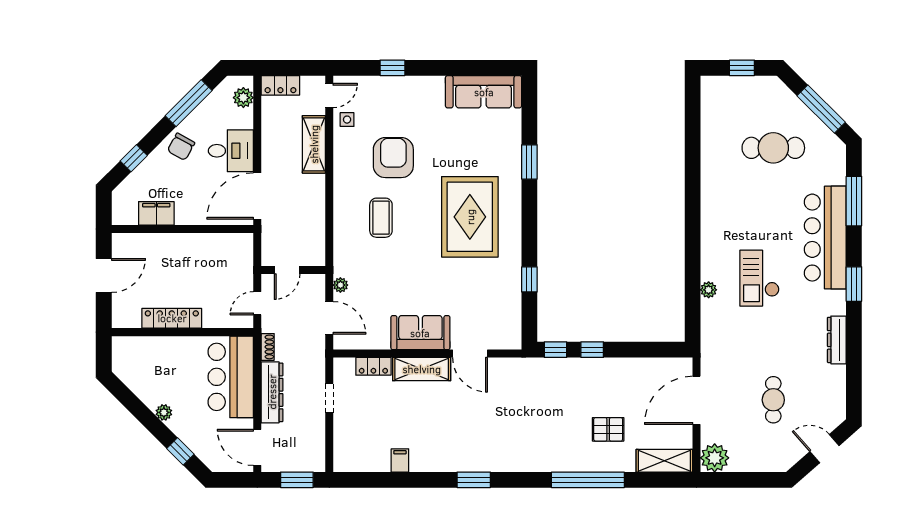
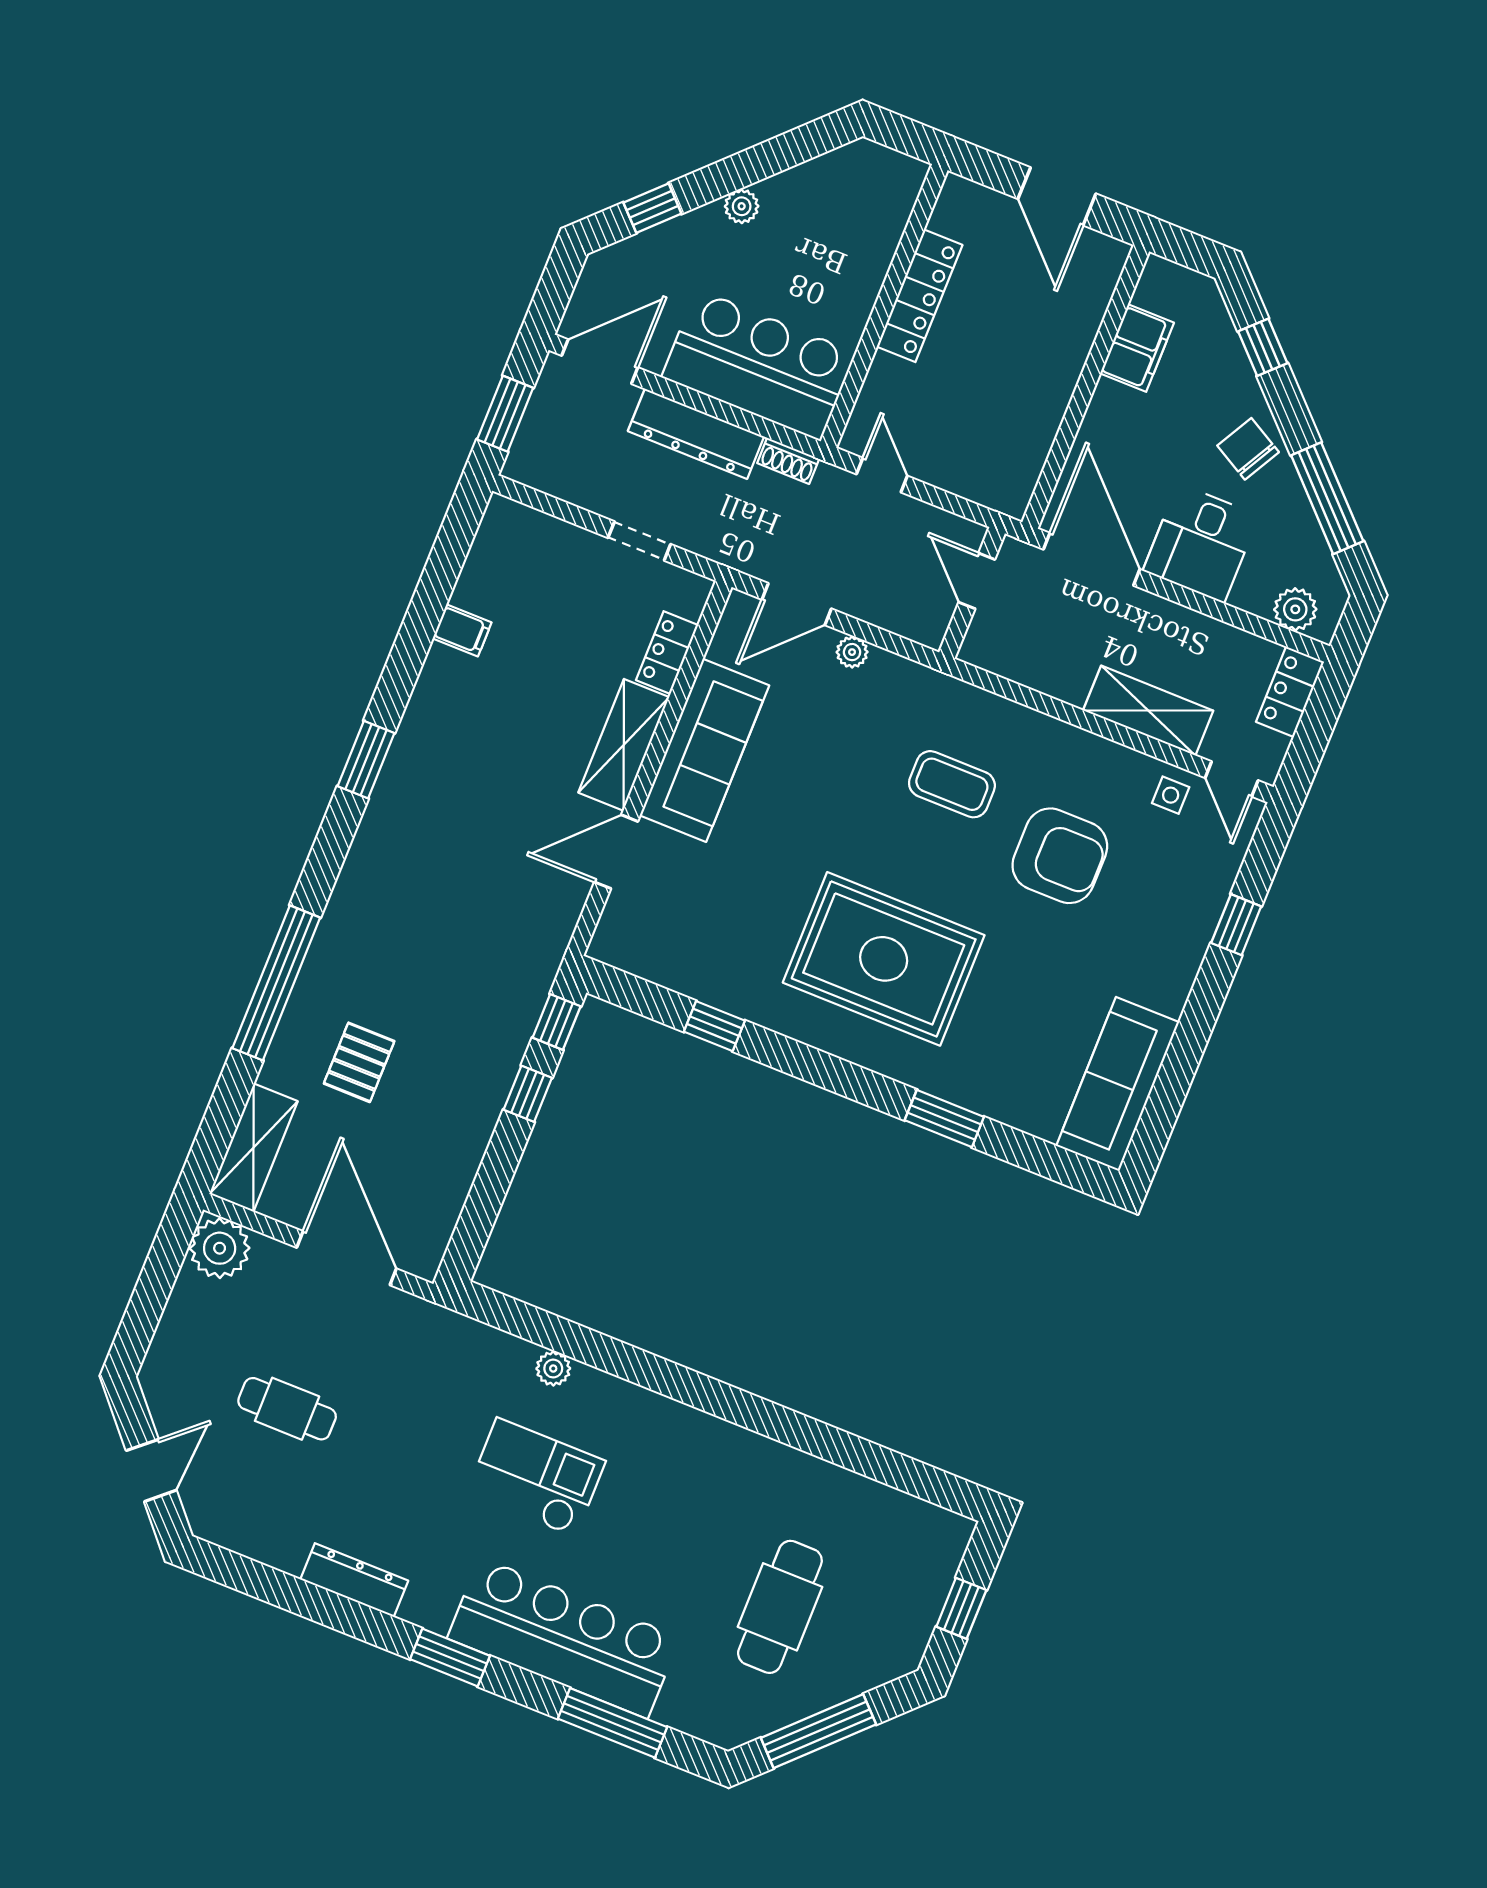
door: (287, 270) -> (977, 581), moved
wall: (293, 270) -> (972, 593), moved
sofa: (420, 333) -> (704, 750), width x1.36

